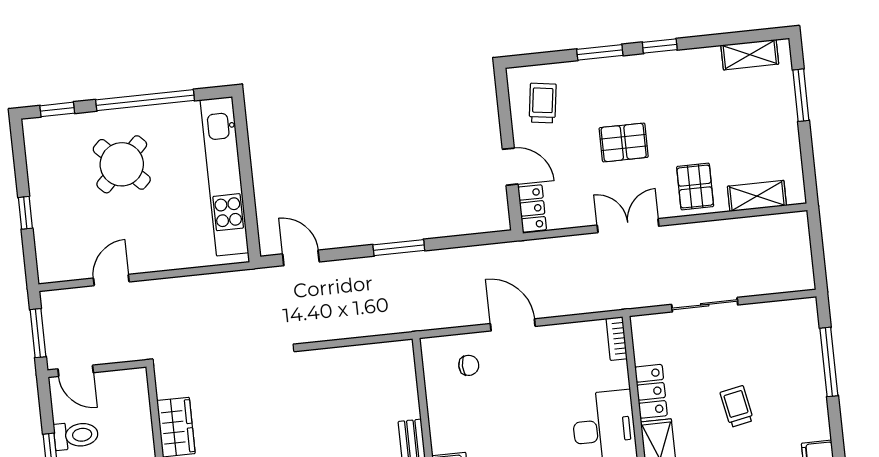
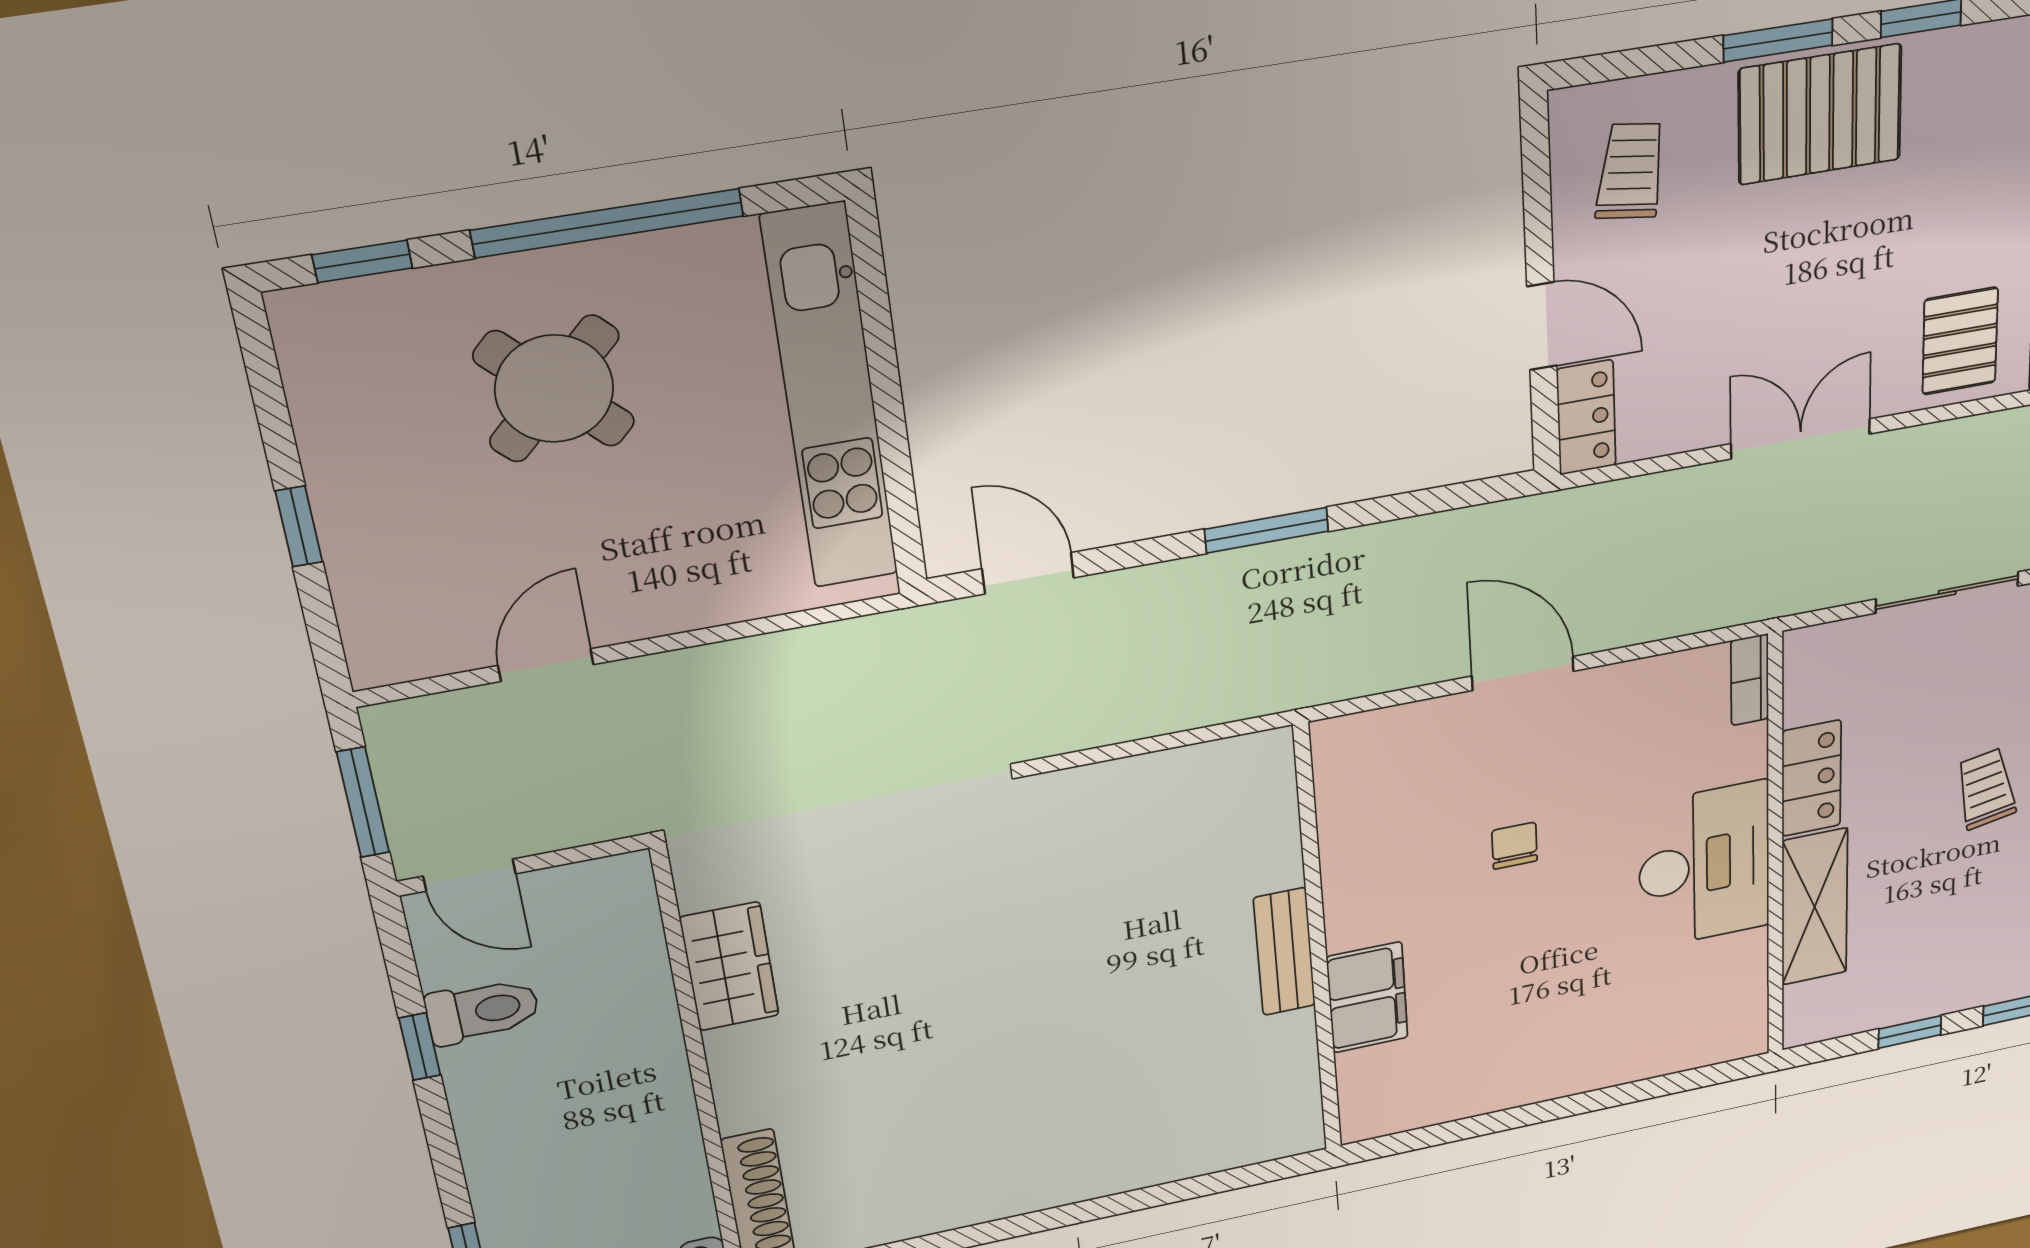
pallet: (624, 142) -> (1820, 114), moved, width x1.50, depth x1.42
chair: (469, 365) -> (1515, 846), moved, turned -90

